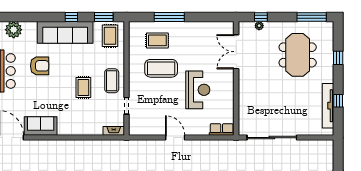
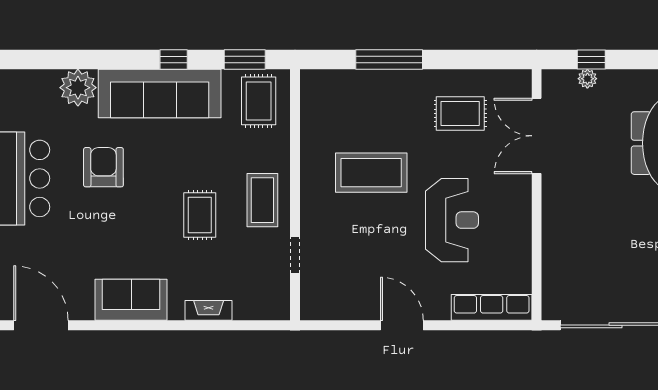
plant: (14, 30) -> (78, 88), moved
rug: (157, 40) -> (460, 113), moved
armchair: (40, 66) -> (103, 167), turned -90
sofa: (41, 126) -> (131, 300), moved
row of seats: (222, 129) -> (492, 307), width x1.48
fireplace: (114, 131) -> (209, 310), moved

